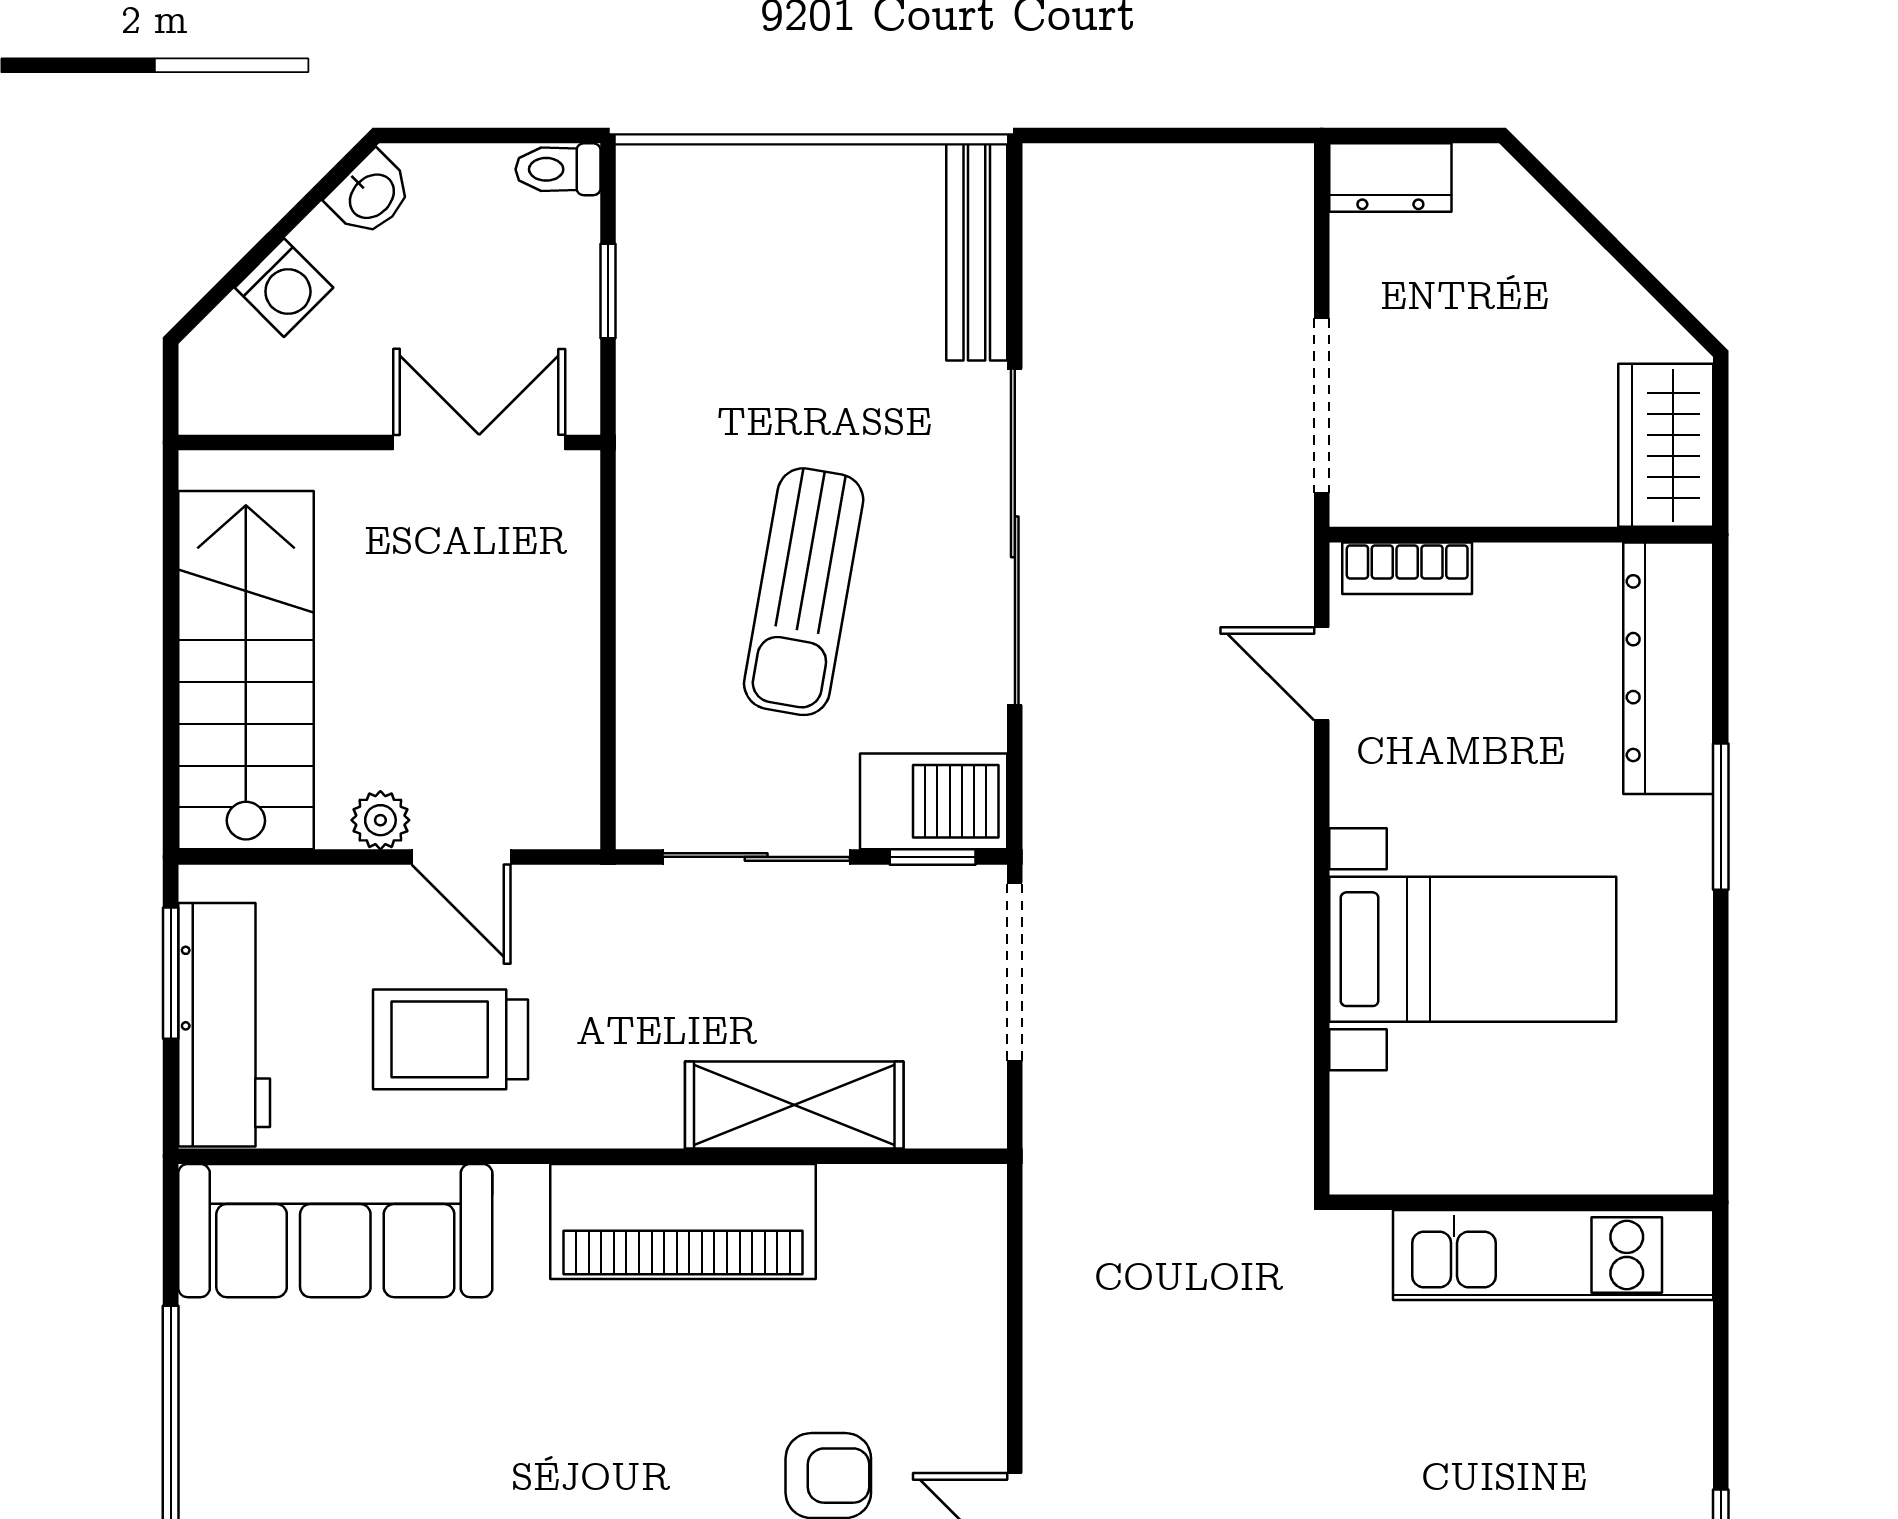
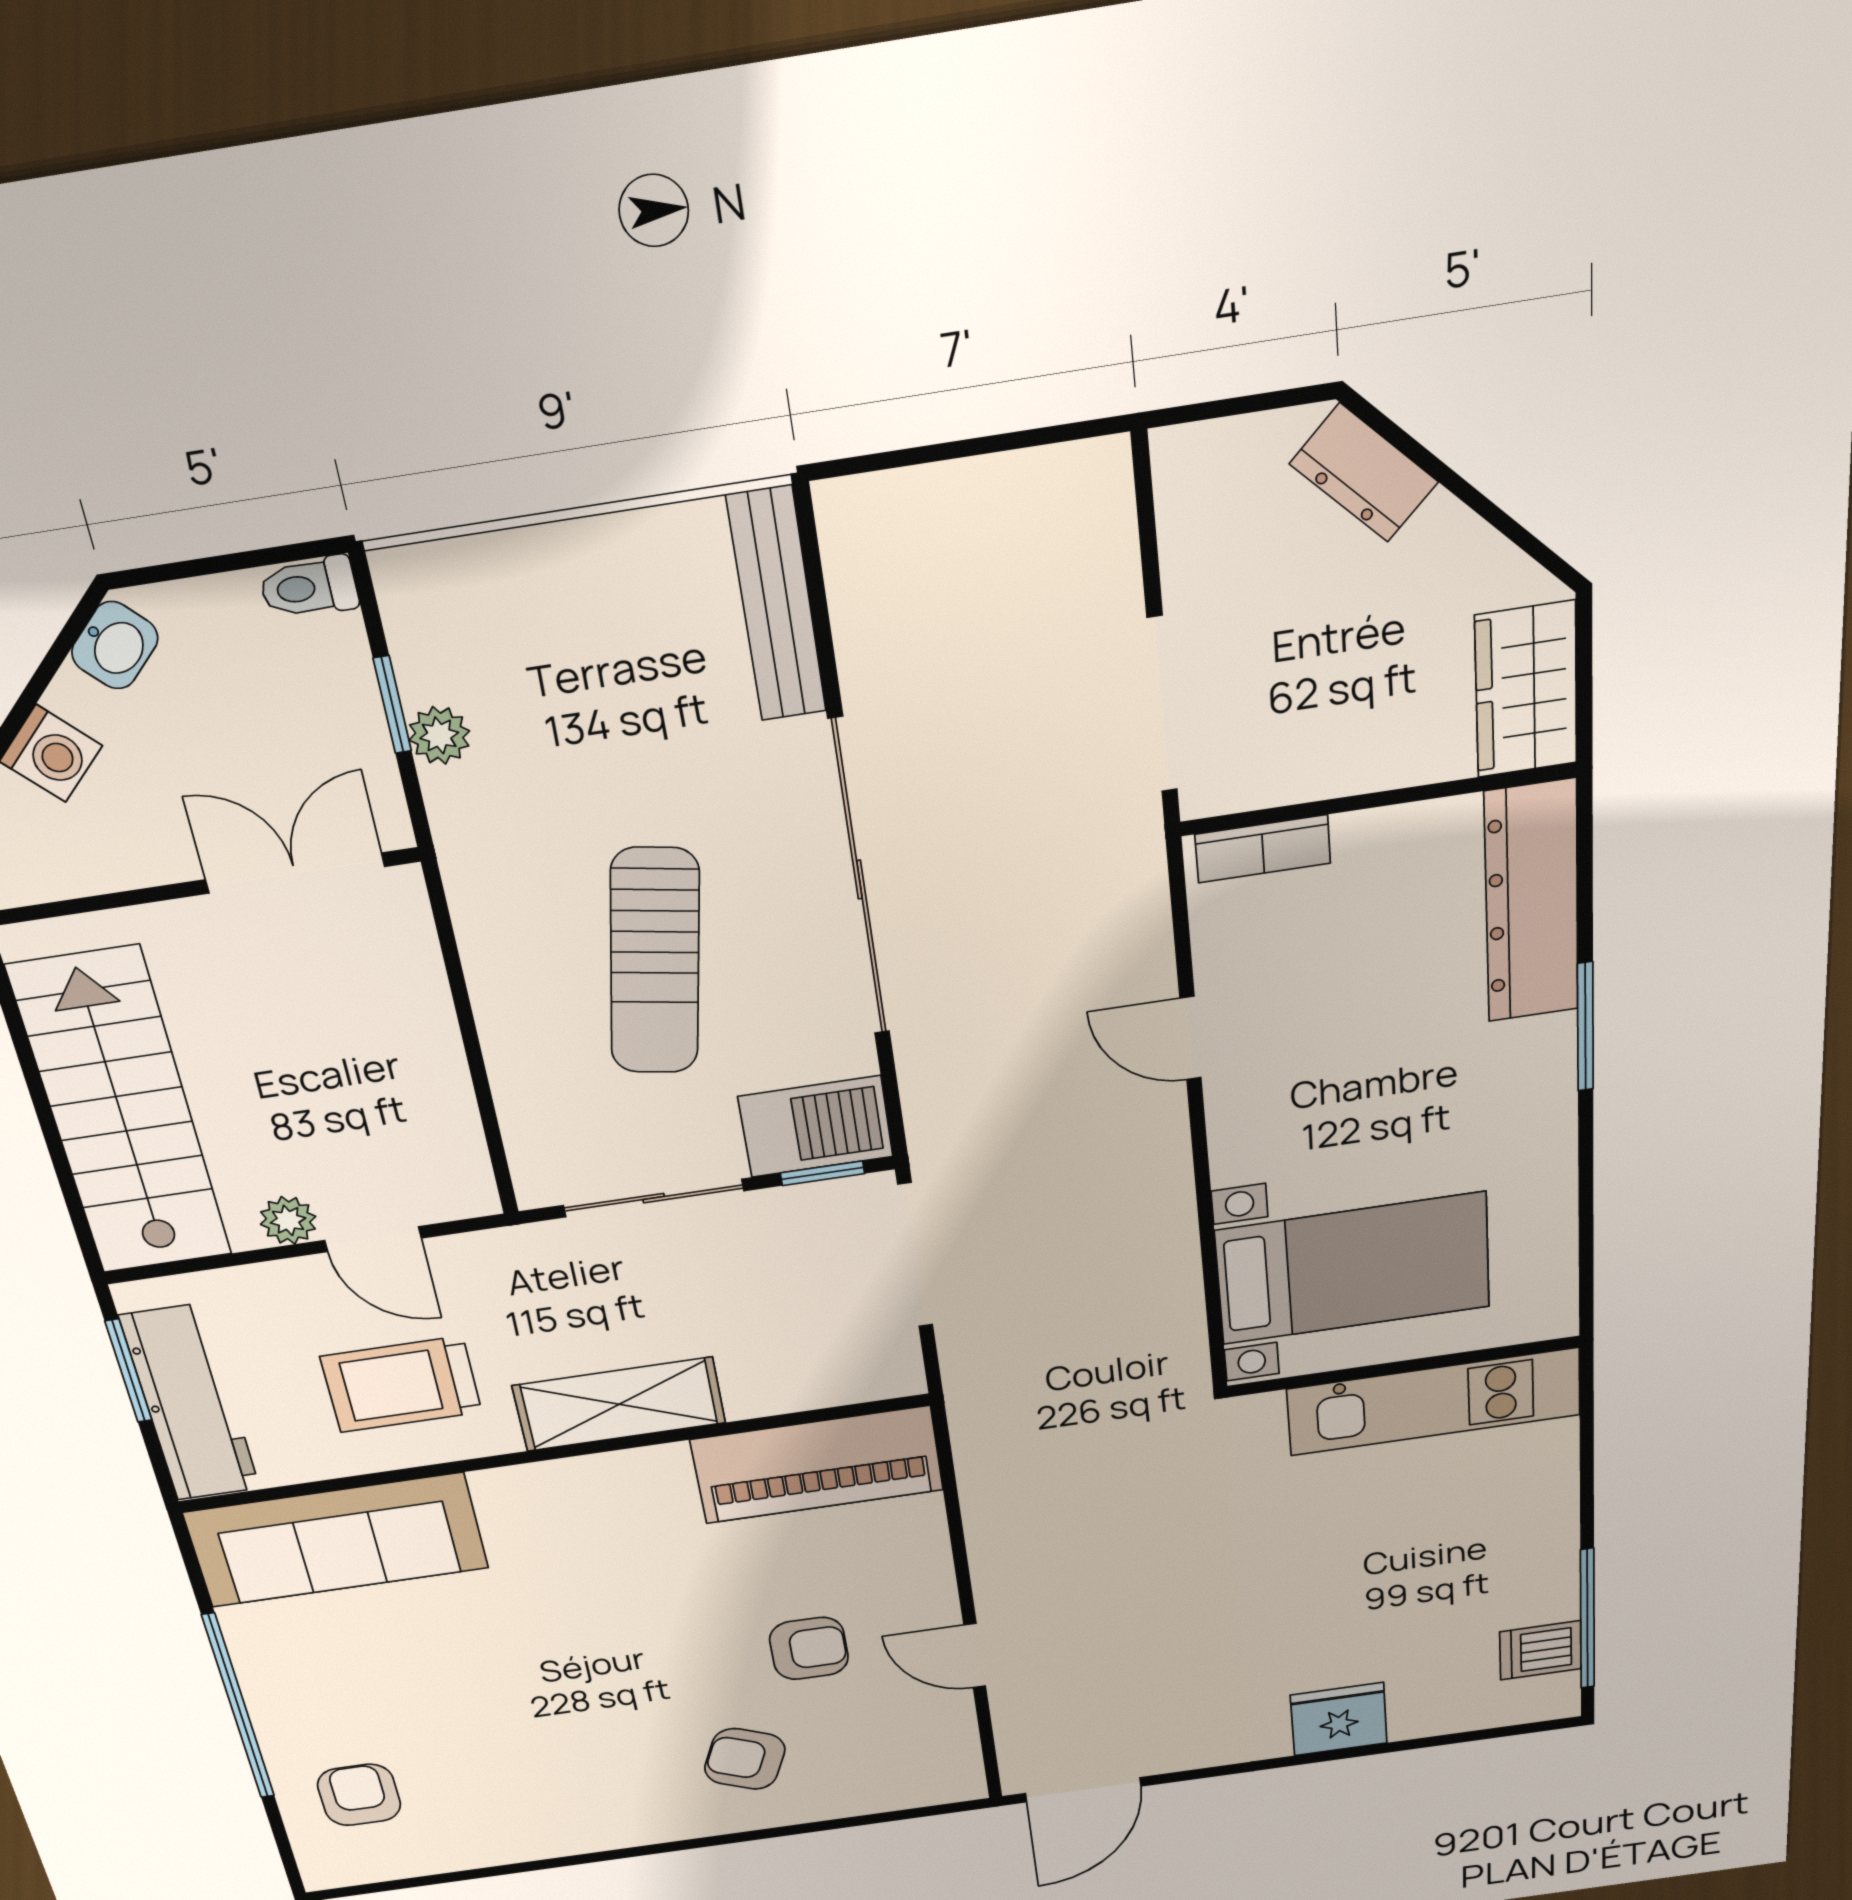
dresser: (1390, 178) -> (1364, 473), moved, turned 45
plant: (645, 328) -> (439, 735), added
door: (1322, 674) -> (1191, 1038), moved
bed with nightstands: (1473, 949) -> (1353, 1269), moved
shelving: (794, 1105) -> (619, 1404), moved
piano: (683, 1221) -> (817, 1465), moved

